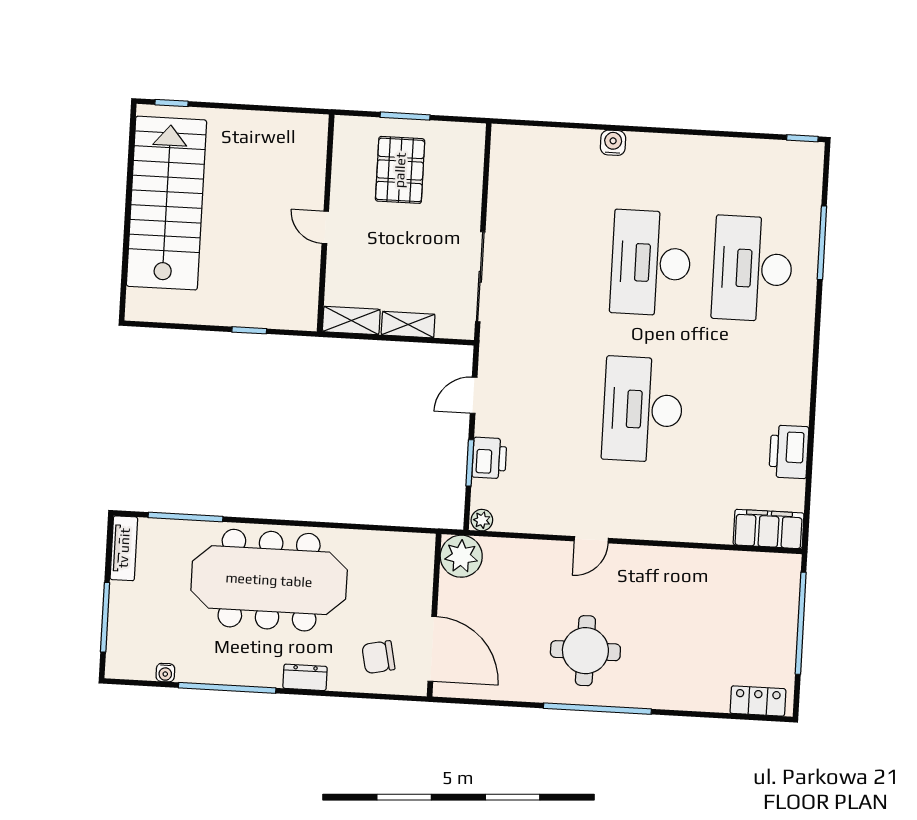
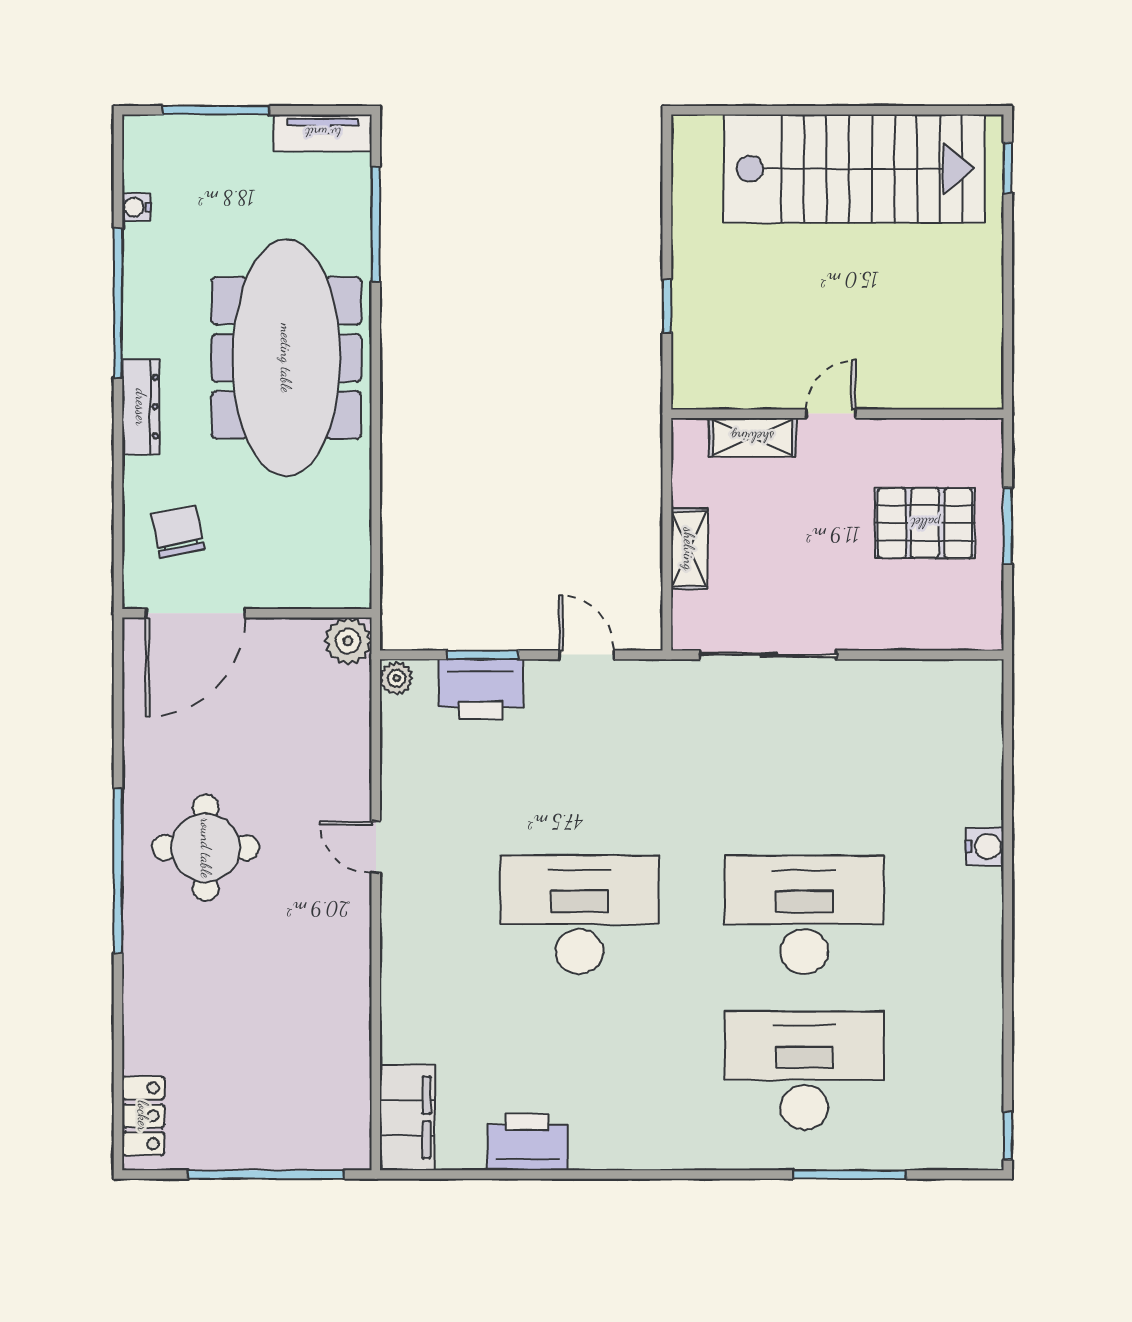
shelving: (351, 321) -> (752, 437), moved, turned 90
printer: (489, 458) -> (481, 689), width x1.37, depth x1.19
plant: (461, 556) -> (348, 641), width x0.73, depth x0.73
dresser: (305, 677) -> (141, 407), width x1.44

